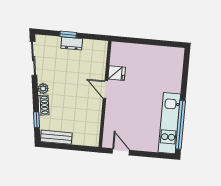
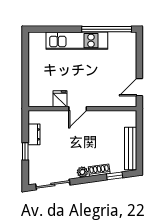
dresser: (72, 43) -> (34, 134), moved
kitchen unit: (169, 123) -> (77, 41), moved
bench: (56, 137) -> (131, 148), width x1.36

